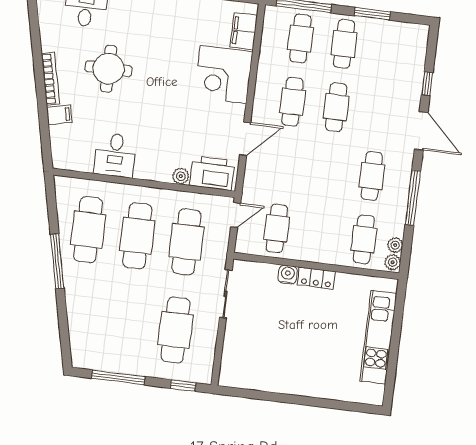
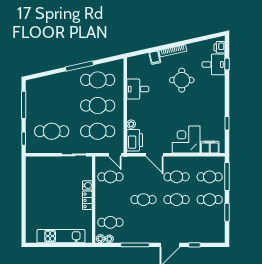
cafe table: (372, 176) -> (143, 200), moved

